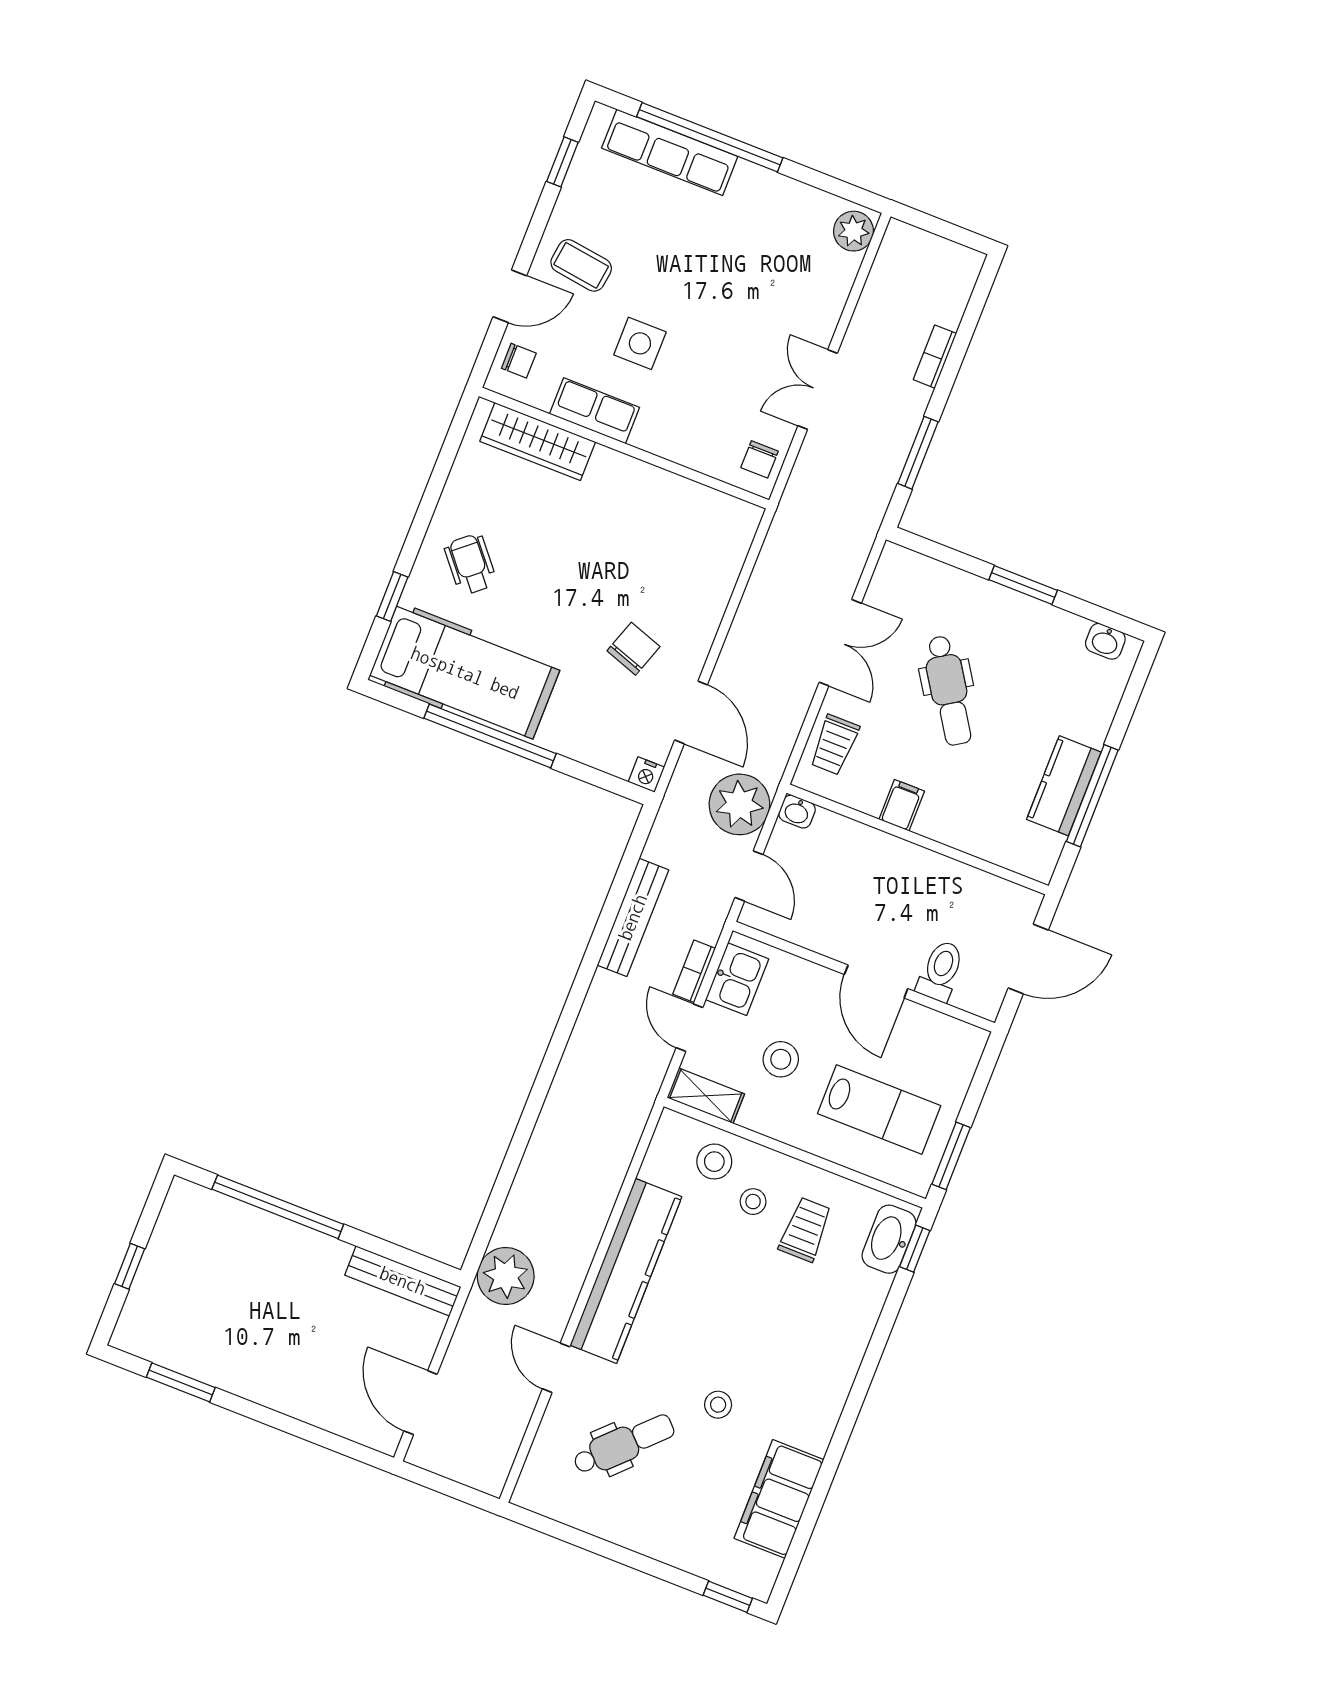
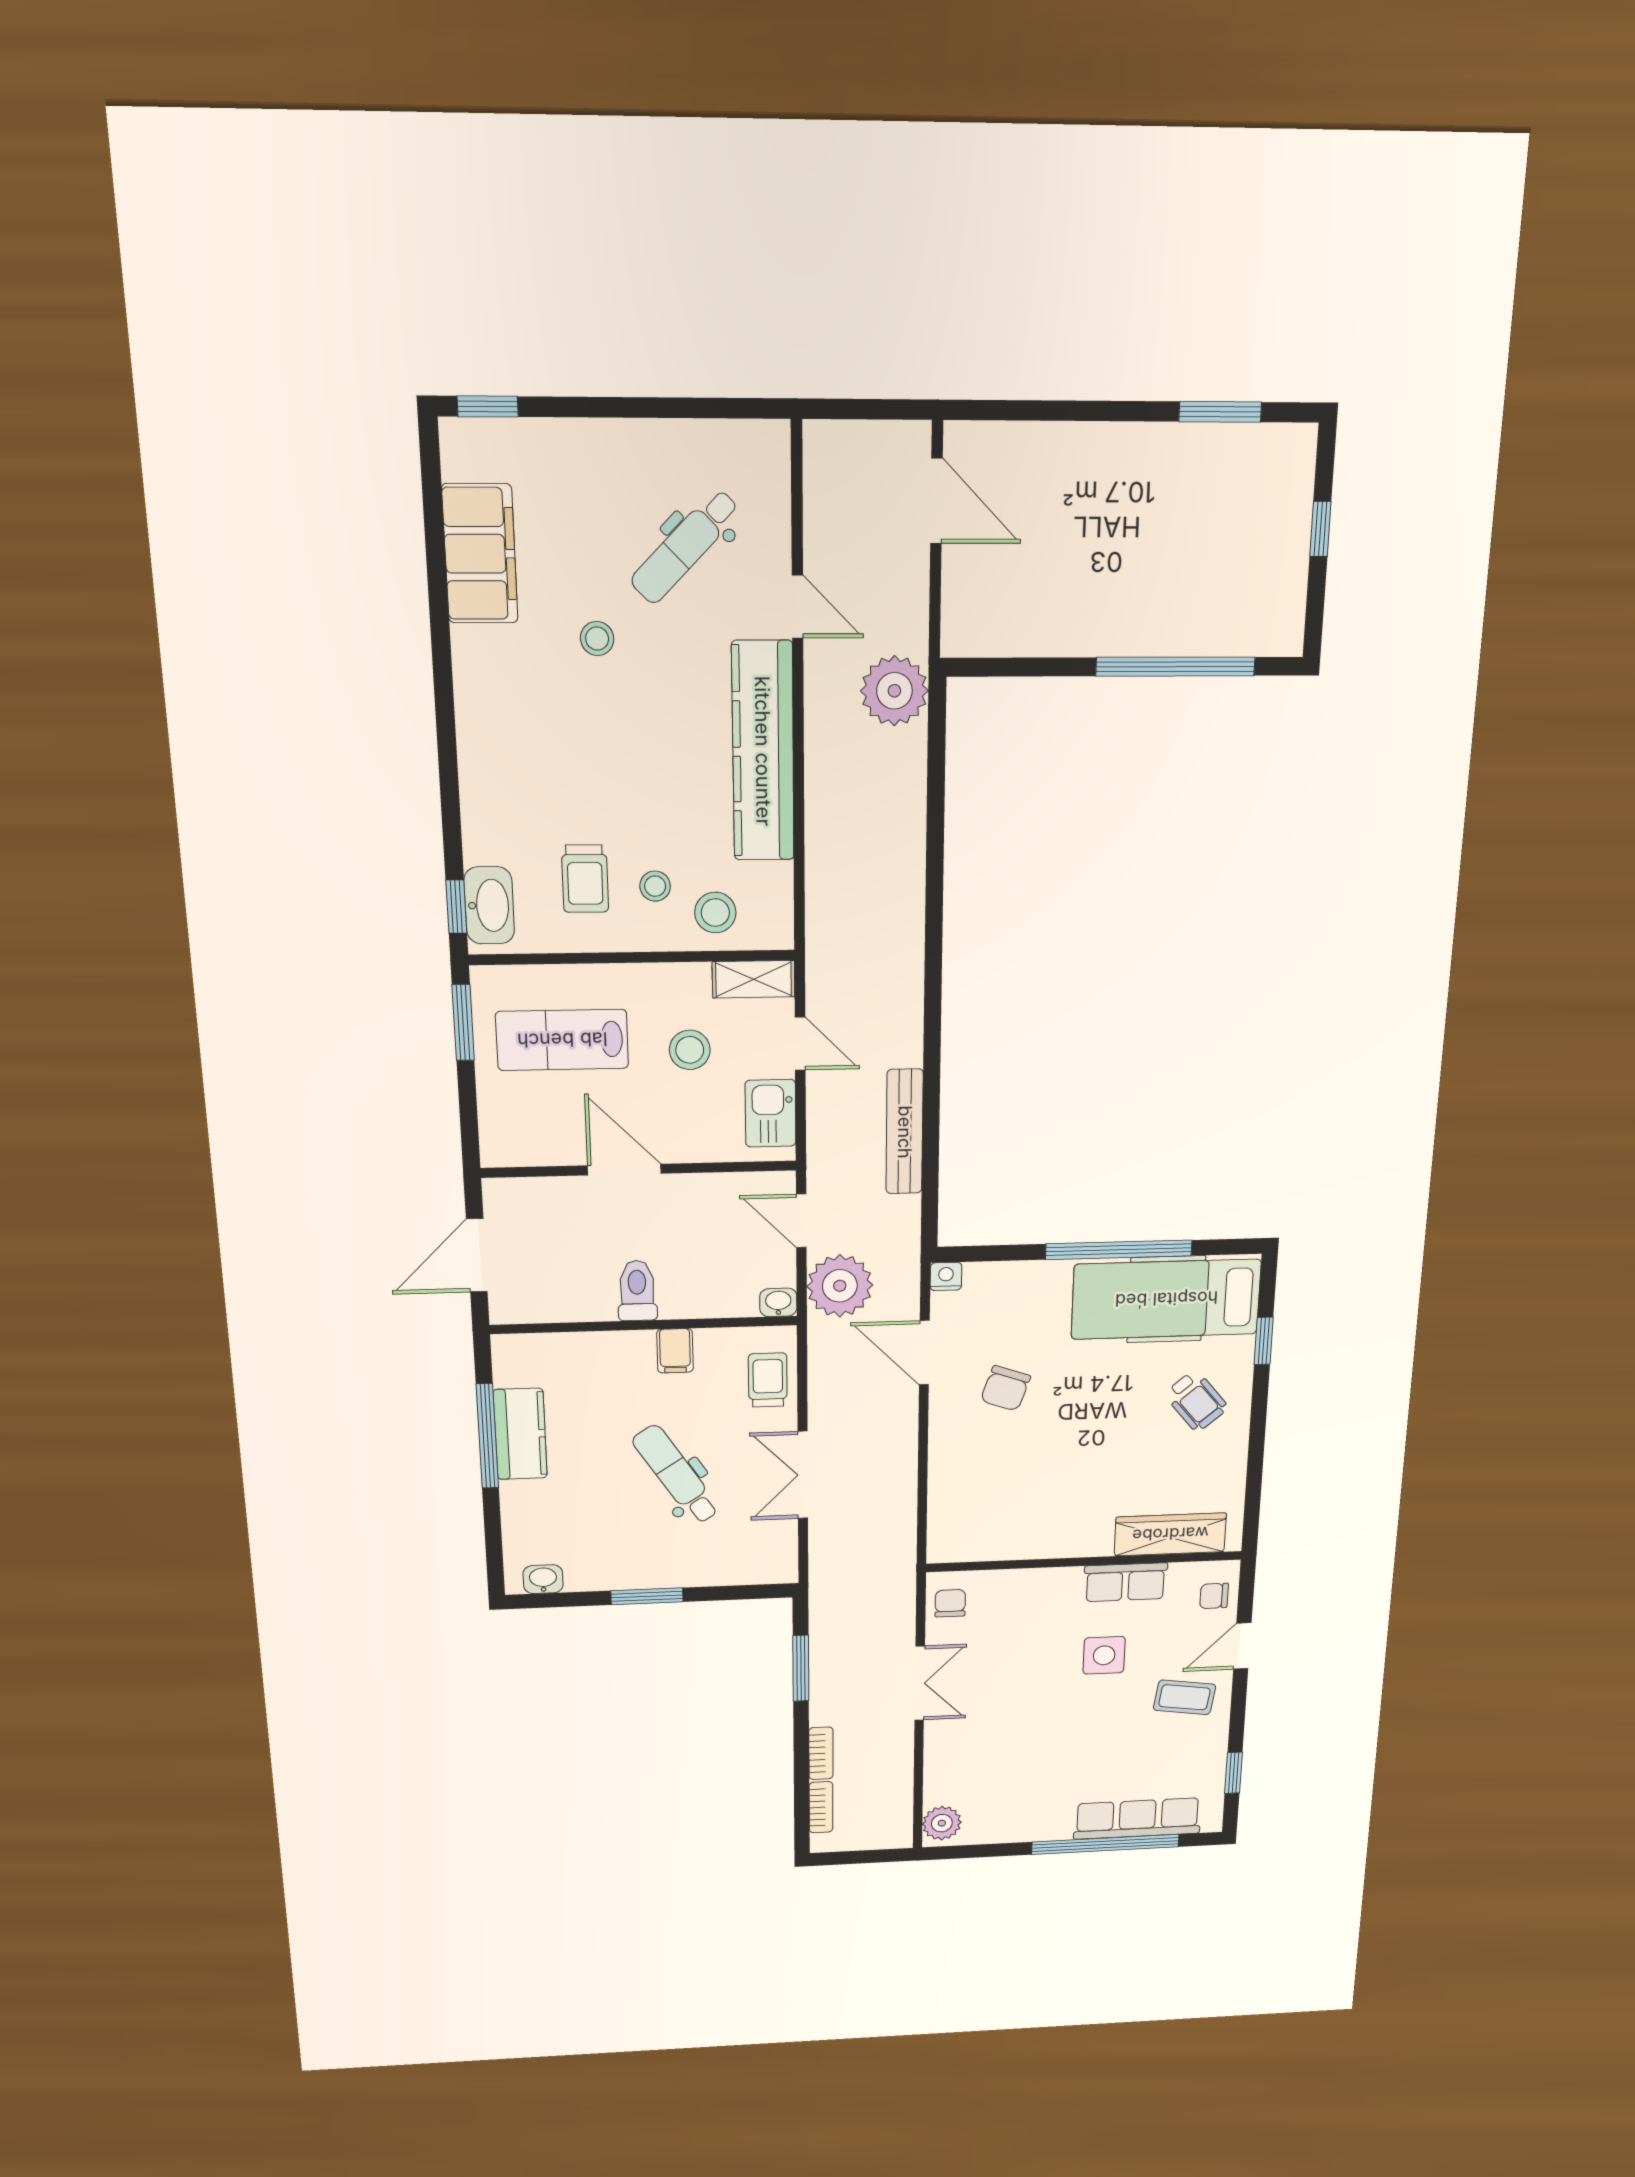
bookcase: (694, 971) -> (821, 1807), moved
toilet: (941, 971) -> (637, 1291), moved, turned 180
bench: (403, 1281) -> (1007, 638), removed

